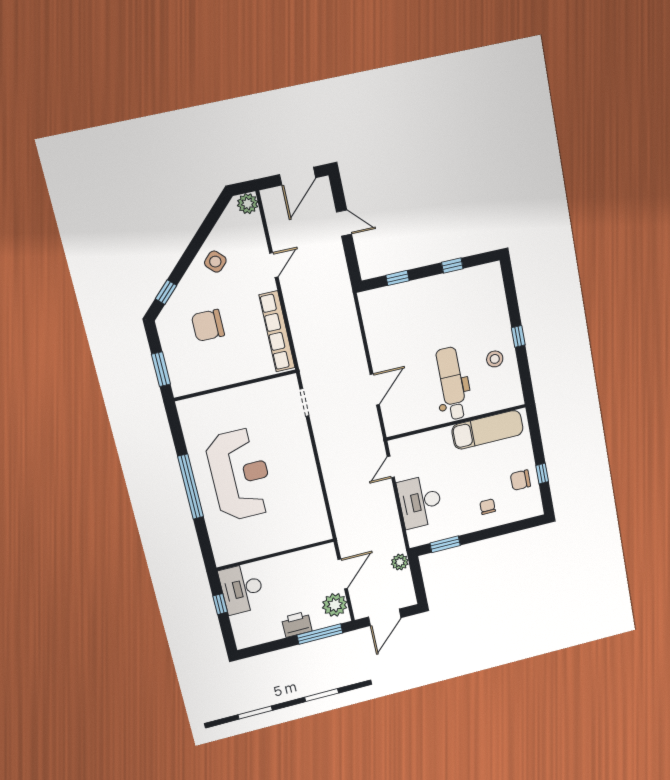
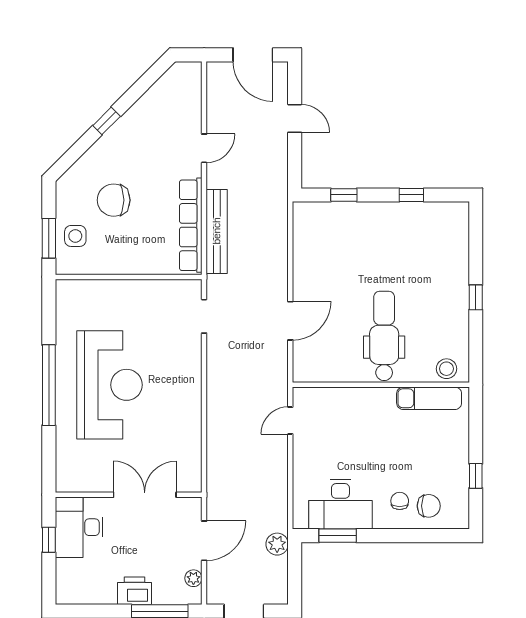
door: (298, 176) -> (253, 55), hinge flipped
plant: (248, 204) -> (190, 73), removed
side table: (215, 262) -> (75, 236), moved, turned 45
window: (166, 292) -> (107, 121), moved
bench: (300, 332) -> (217, 231), added
stool: (495, 359) -> (446, 369), moved
exam couch: (488, 430) -> (429, 398), width x0.73, depth x0.69
chair: (520, 480) -> (429, 506), moved, turned 180
desk: (420, 502) -> (340, 504), moved, turned -90
double door: (288, 551) -> (145, 495), added
plant: (335, 605) -> (193, 578), width x0.53, depth x0.53

